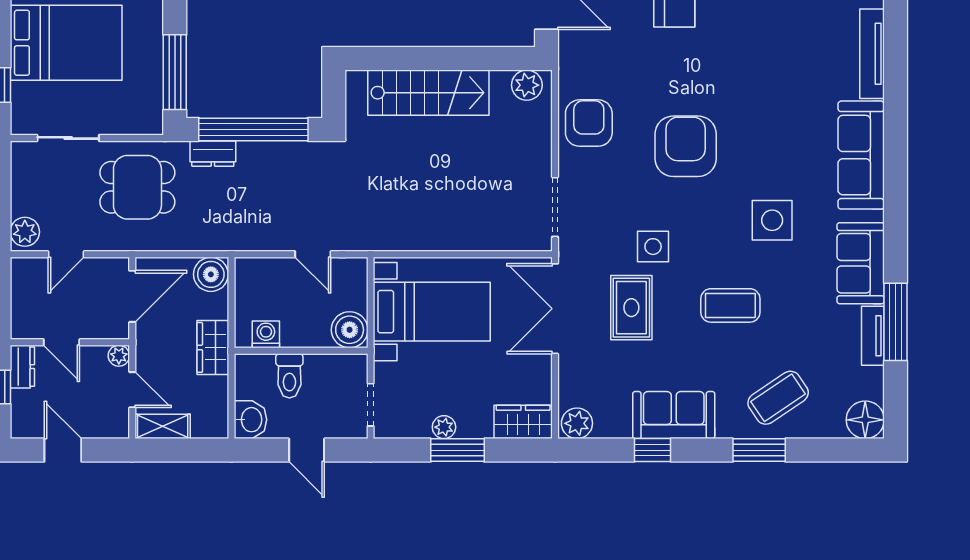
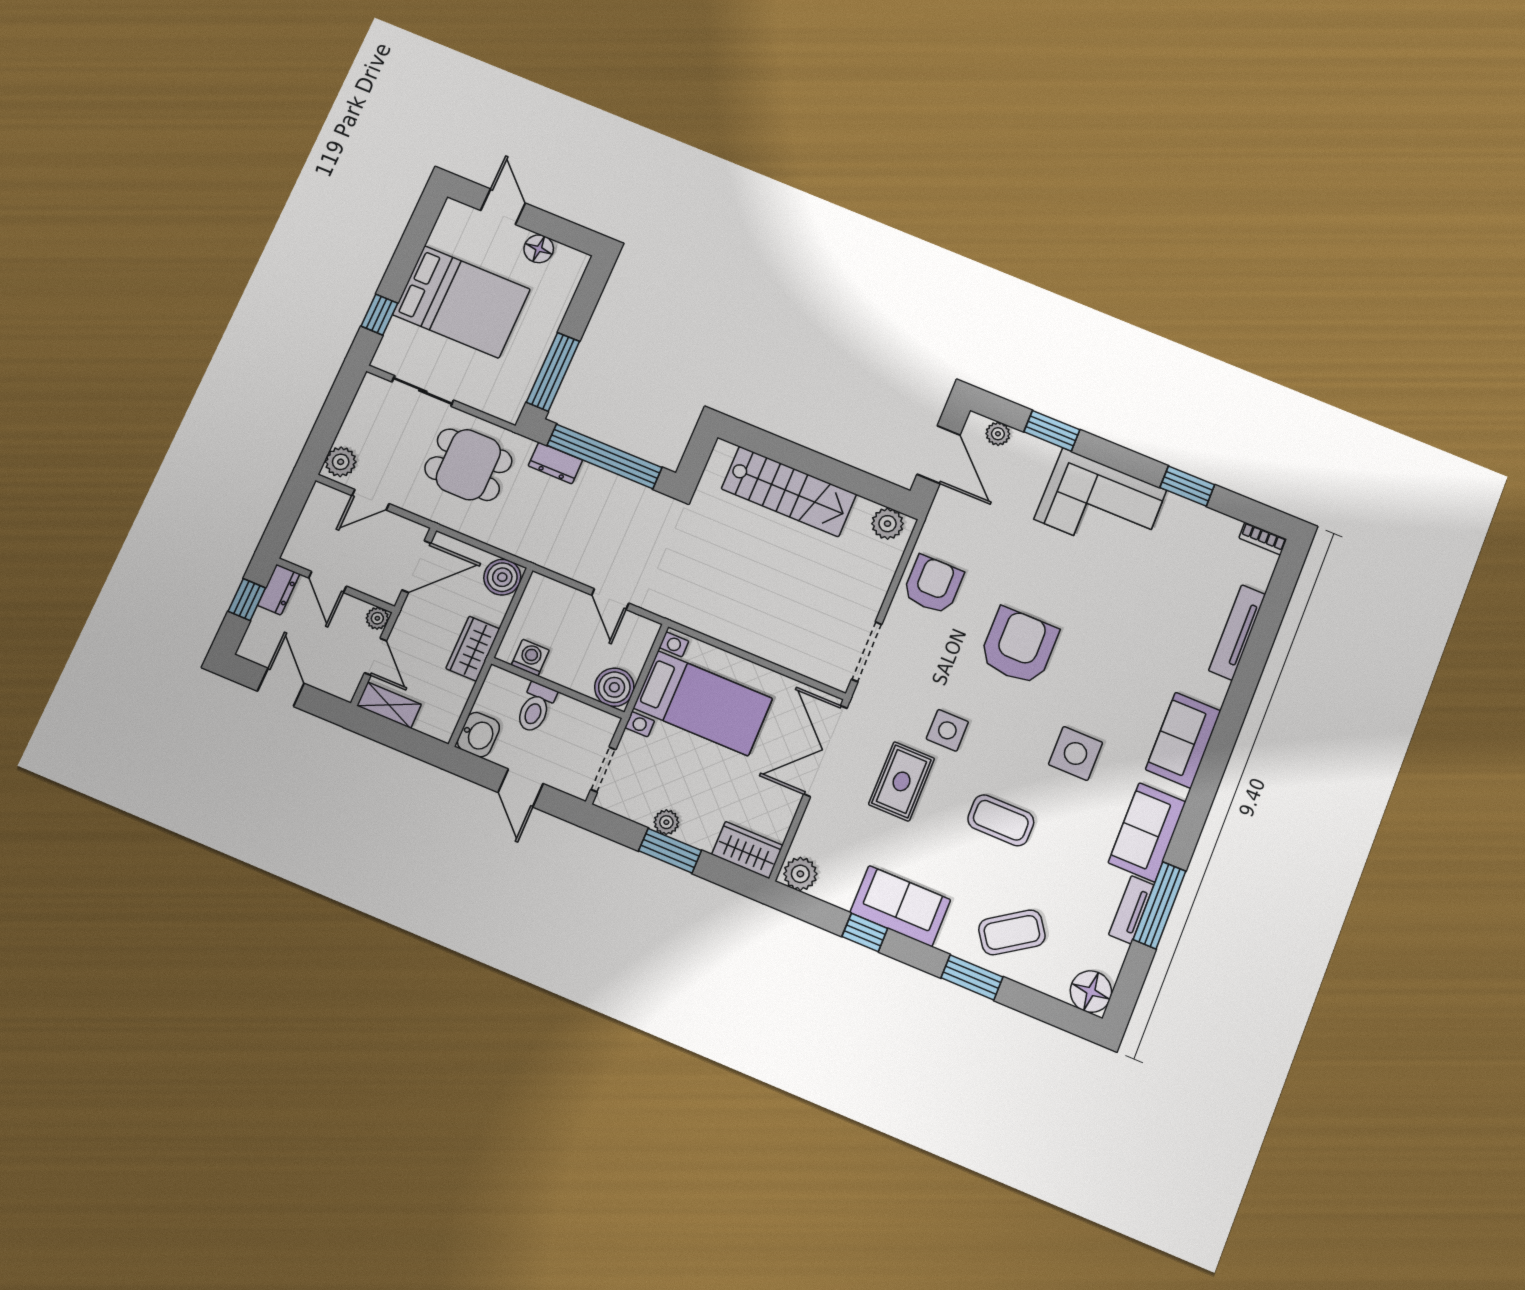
sofa: (861, 155) -> (1183, 740), width x0.73

